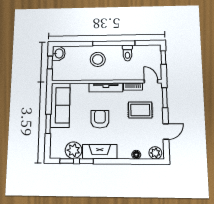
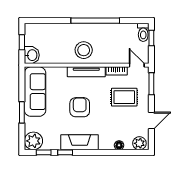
washbasin: (59, 53) -> (32, 55), moved
toilet: (127, 53) -> (143, 32), moved
stool: (98, 59) -> (84, 50), moved
plant: (74, 150) -> (33, 141), moved

